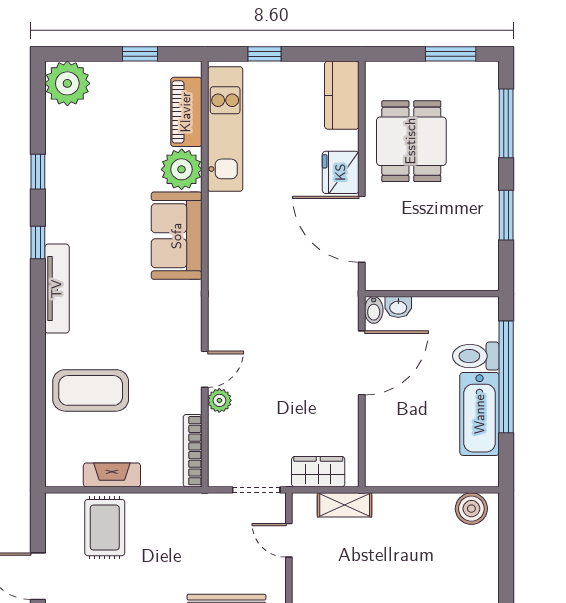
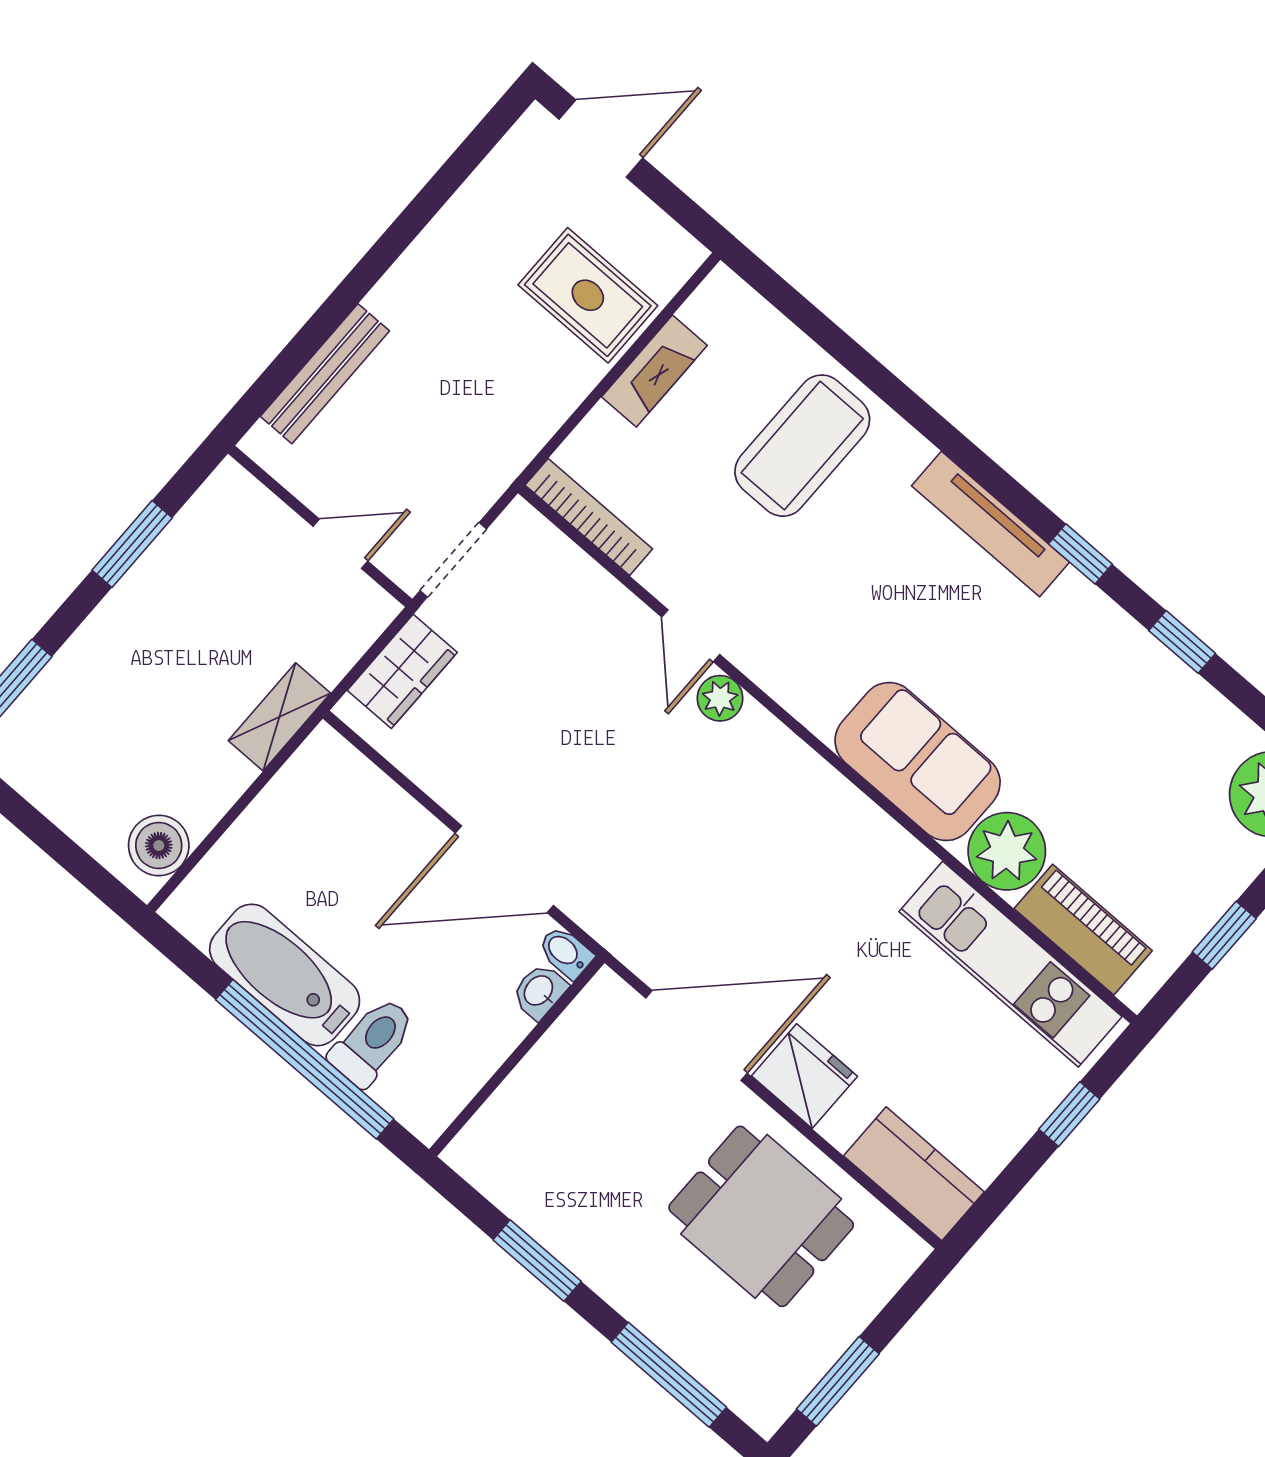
door: (362, 363) -> (504, 869), hinge flipped
plant: (219, 400) -> (720, 698), moved
shelving: (345, 505) -> (279, 717), moved

